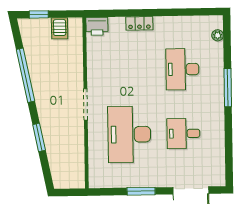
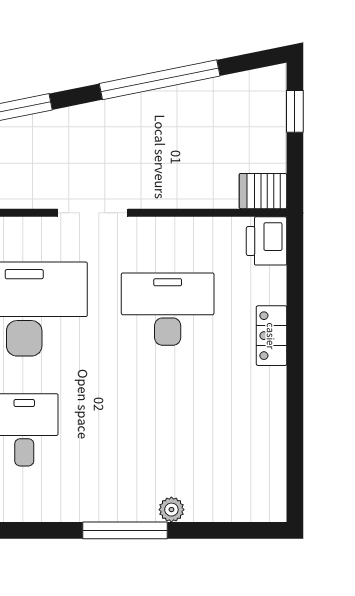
server rack: (60, 28) -> (263, 191), moved
plant: (218, 35) -> (171, 510), moved
desk: (182, 69) -> (168, 309), moved

